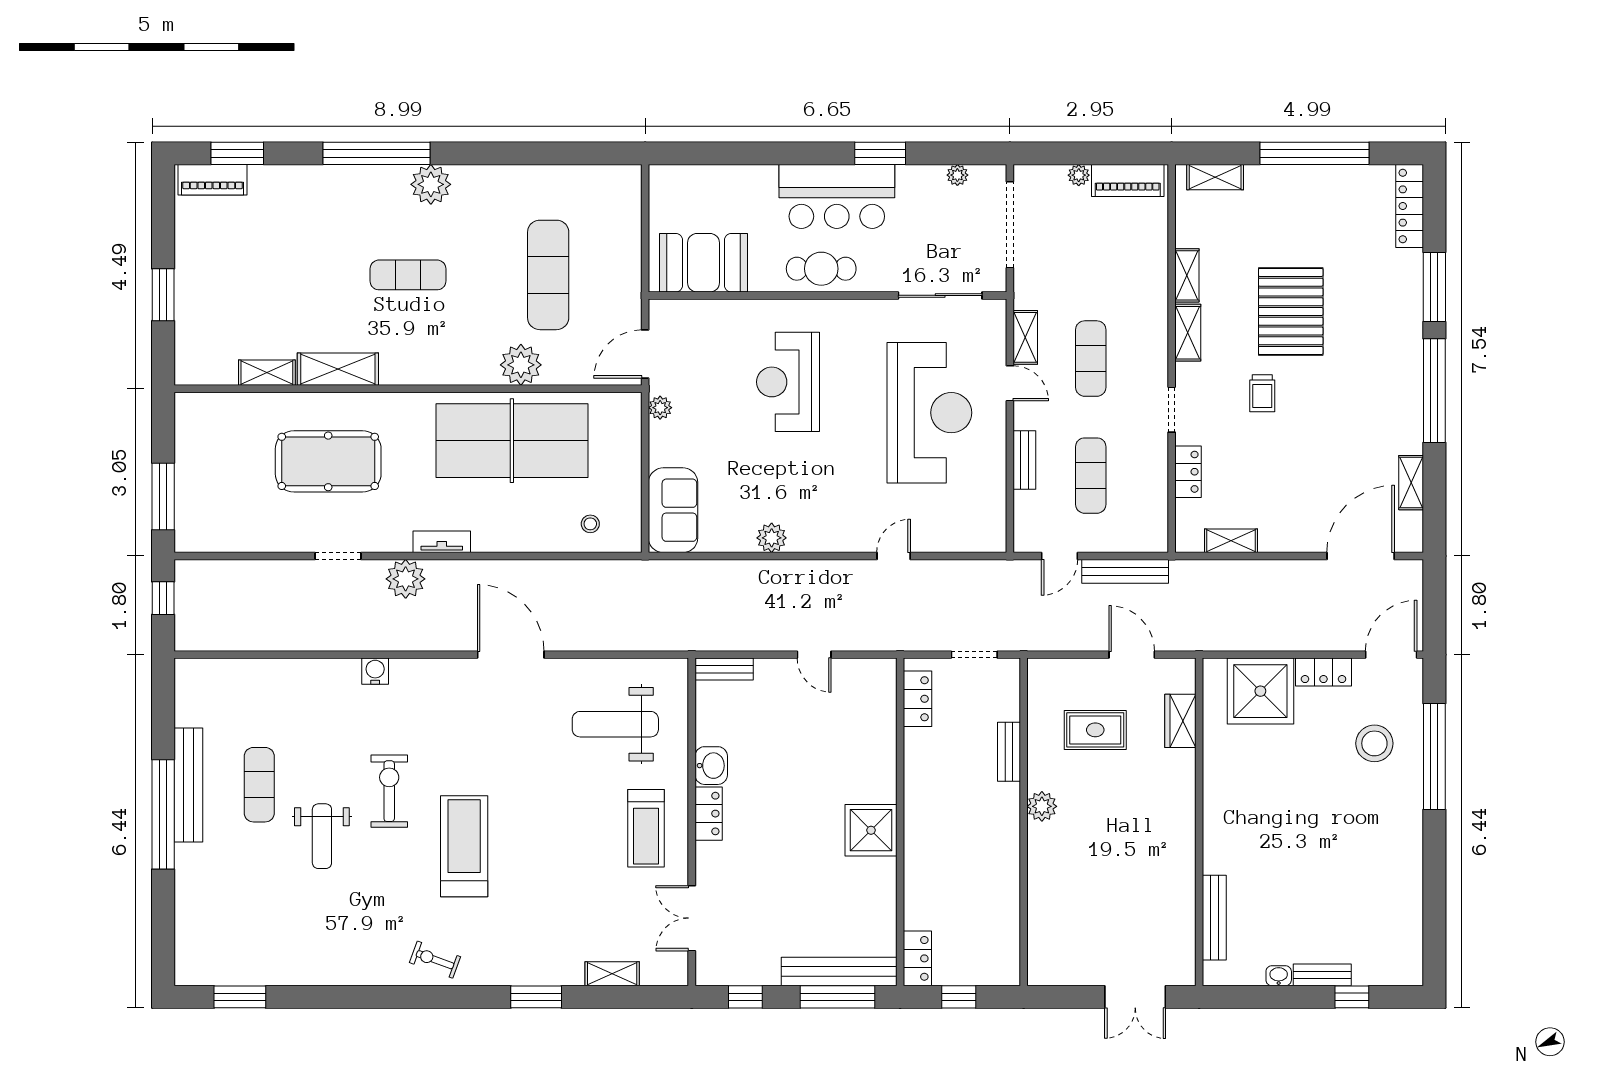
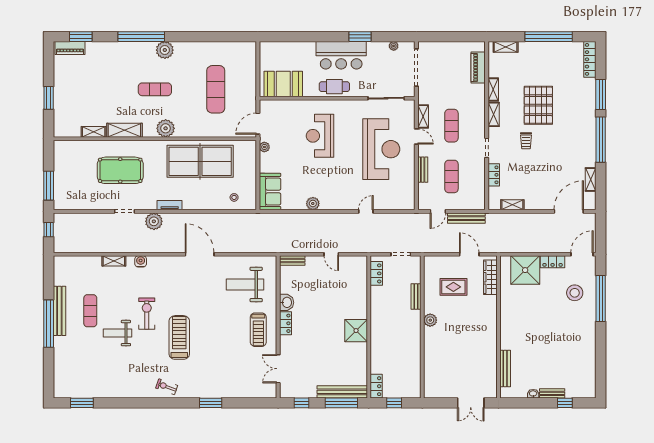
plant: (1079, 175) -> (446, 46), removed
piano: (1128, 181) -> (478, 68), moved, turned 90
plant: (521, 365) -> (166, 128), moved
wardrobe: (1180, 721) -> (490, 277), width x1.50
weight bench: (322, 836) -> (118, 333), turned 90
shelving: (612, 974) -> (114, 261), moved

